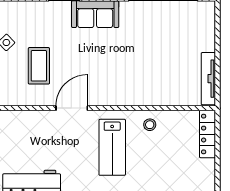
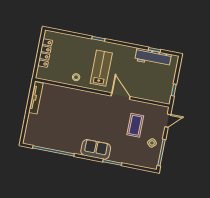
door: (72, 108) -> (121, 96), swing flipped
locker: (208, 134) -> (45, 53), moved

